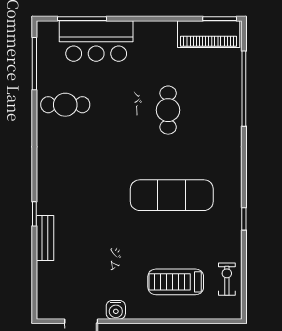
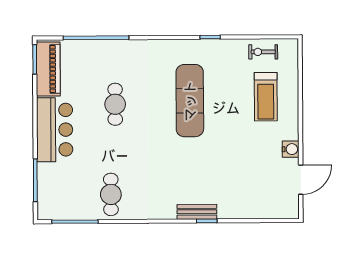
bar counter: (96, 41) -> (55, 130), moved
cafe table: (168, 110) -> (115, 104), turned 90
bench: (45, 238) -> (197, 212), moved

